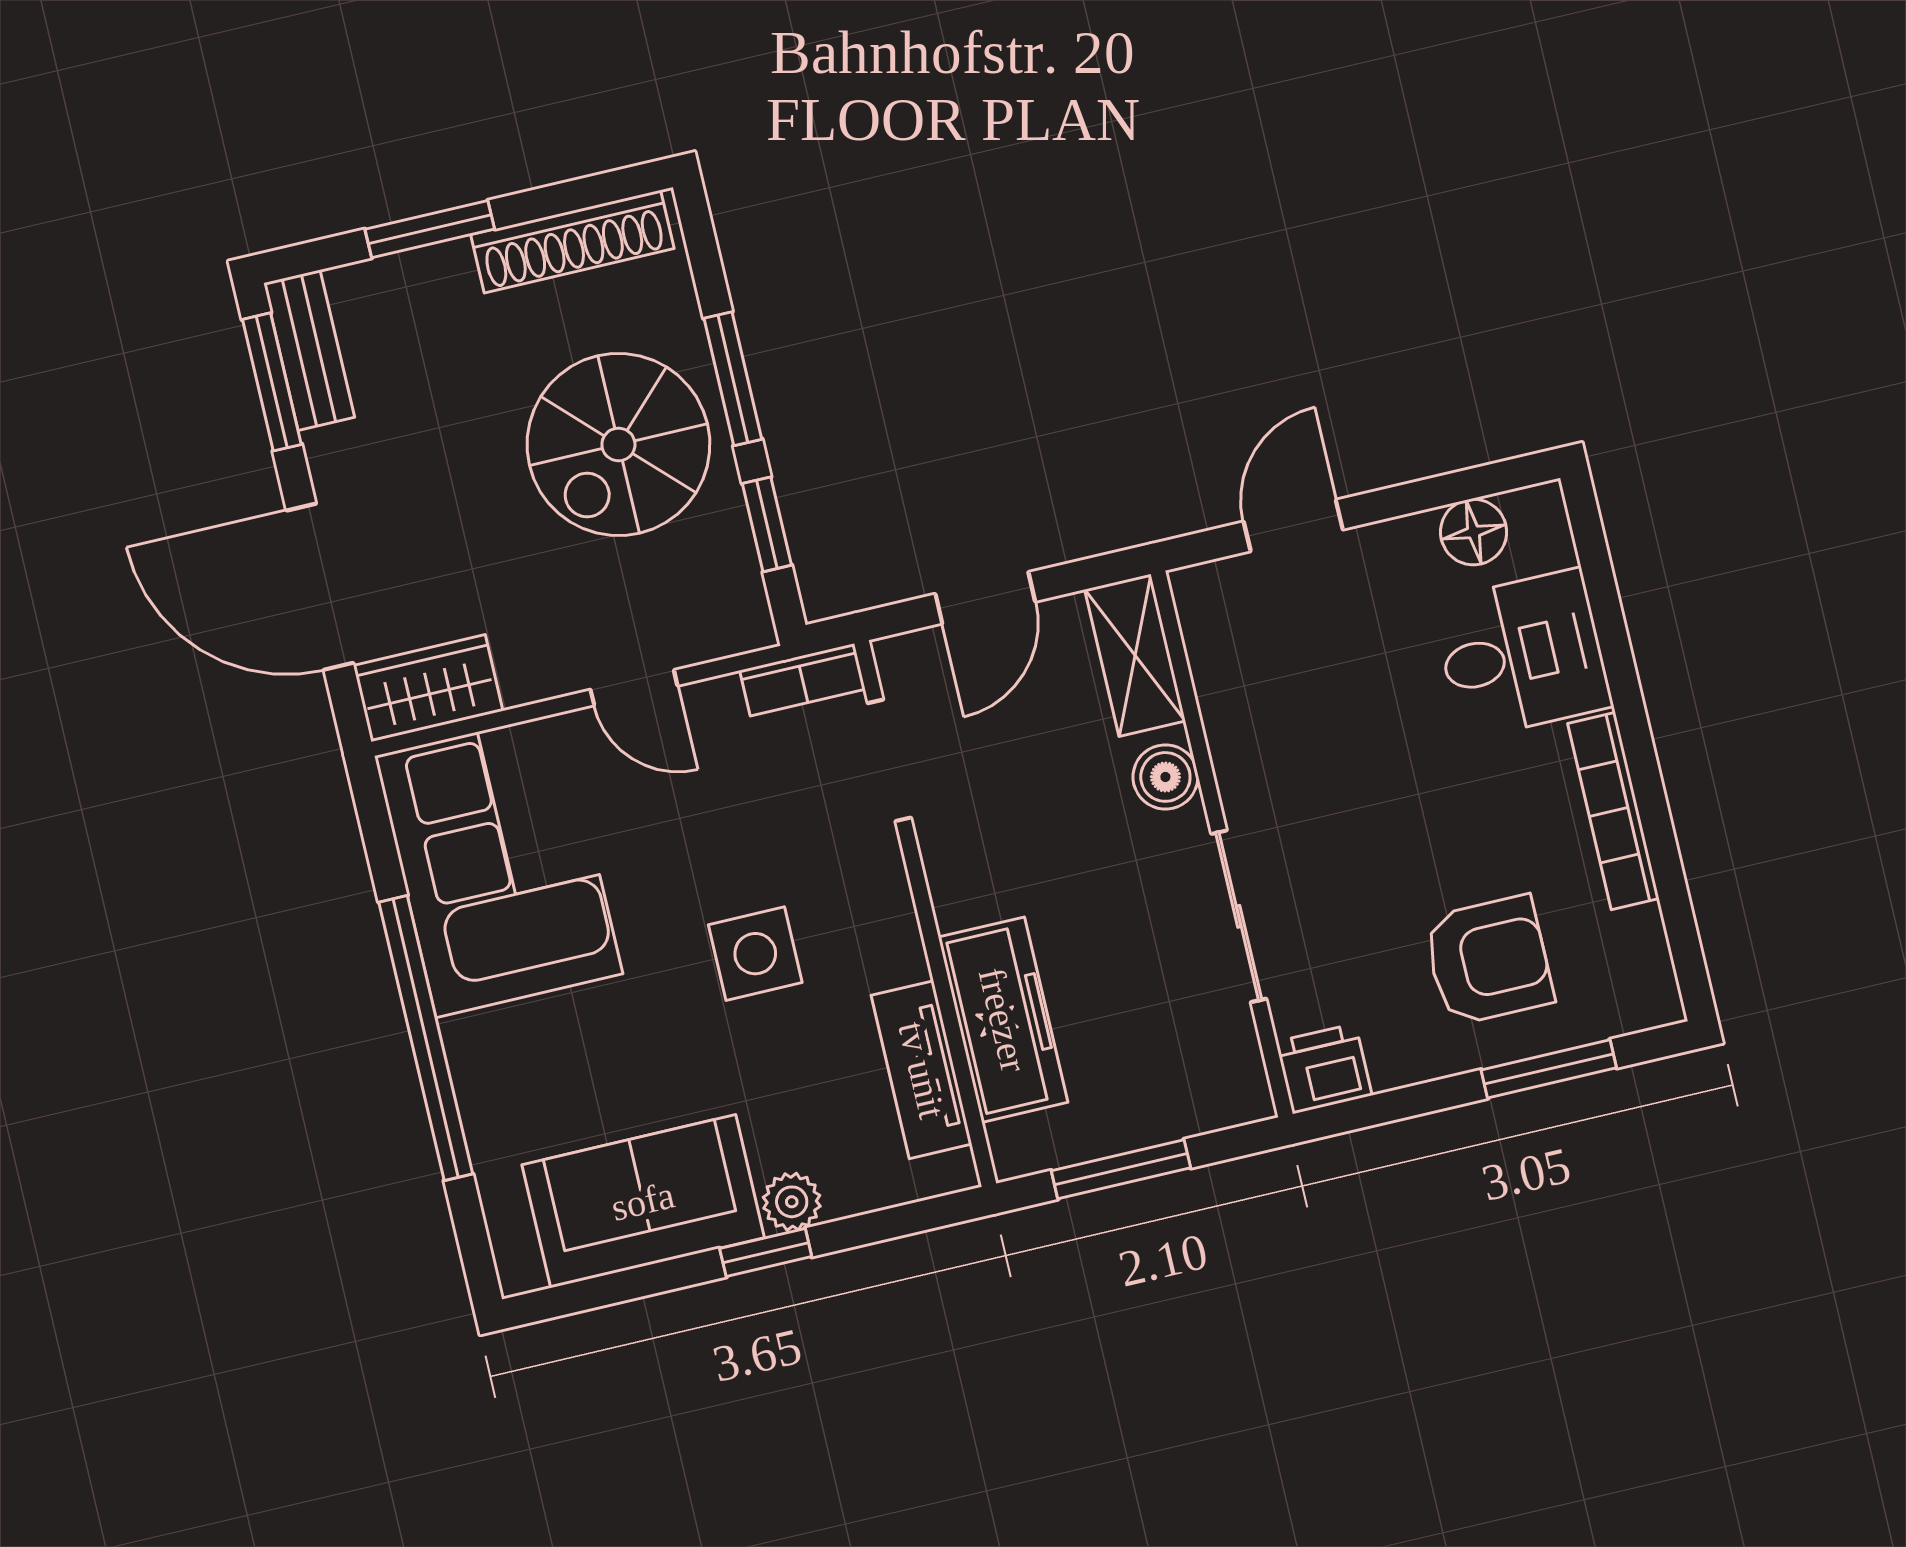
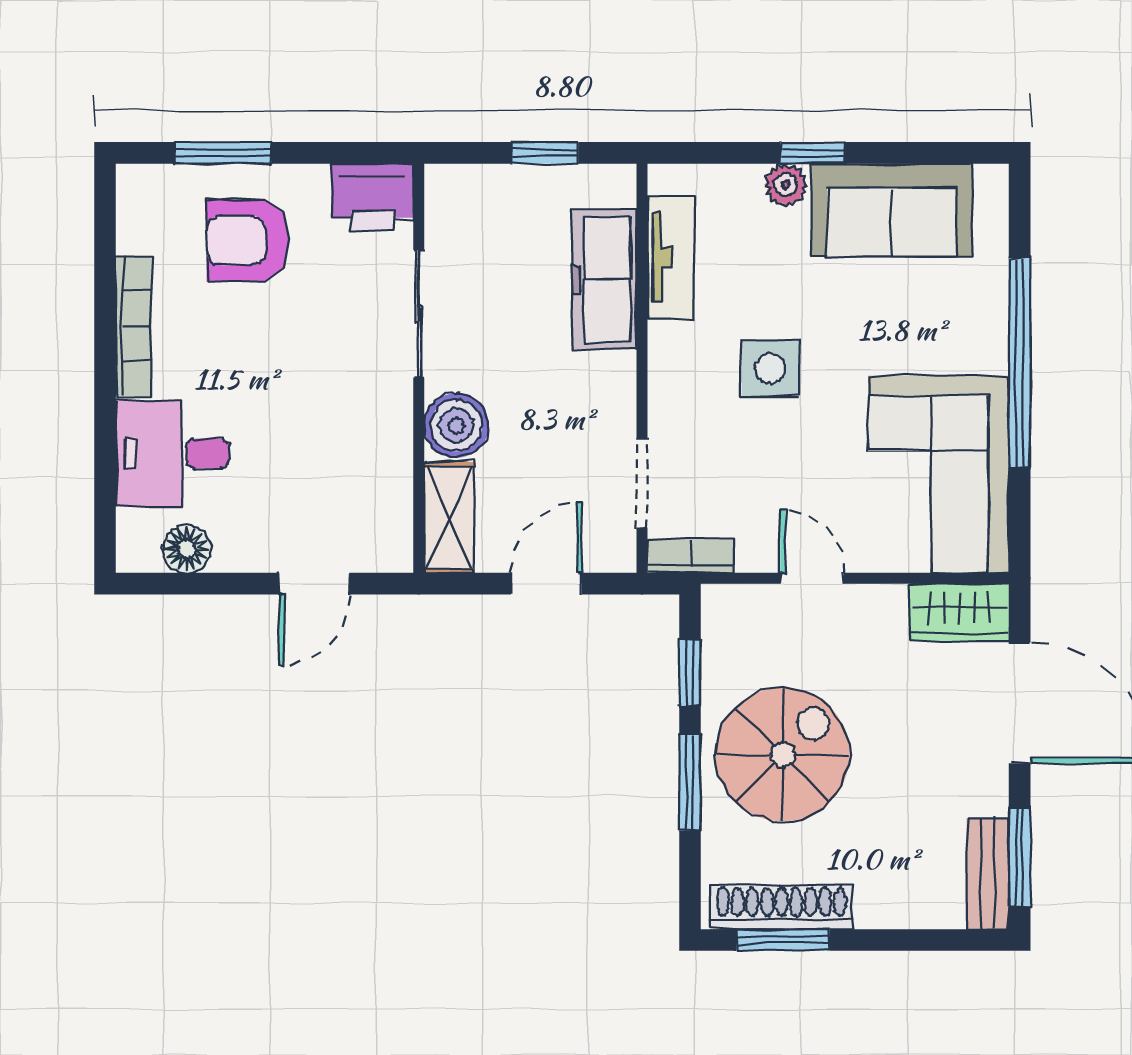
window: (430, 229) -> (783, 940), moved
boiler: (1165, 777) -> (456, 426), width x1.36, depth x1.36
printer: (1324, 1069) -> (372, 197), width x1.36, depth x1.24
window: (1121, 1169) -> (545, 153), width x0.67

